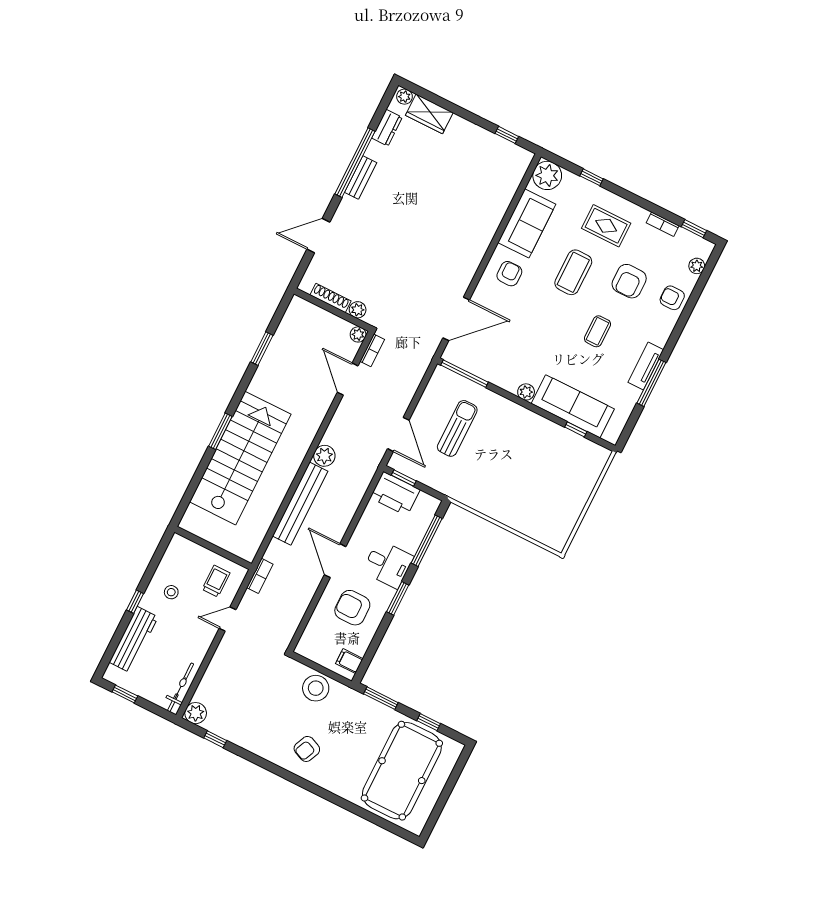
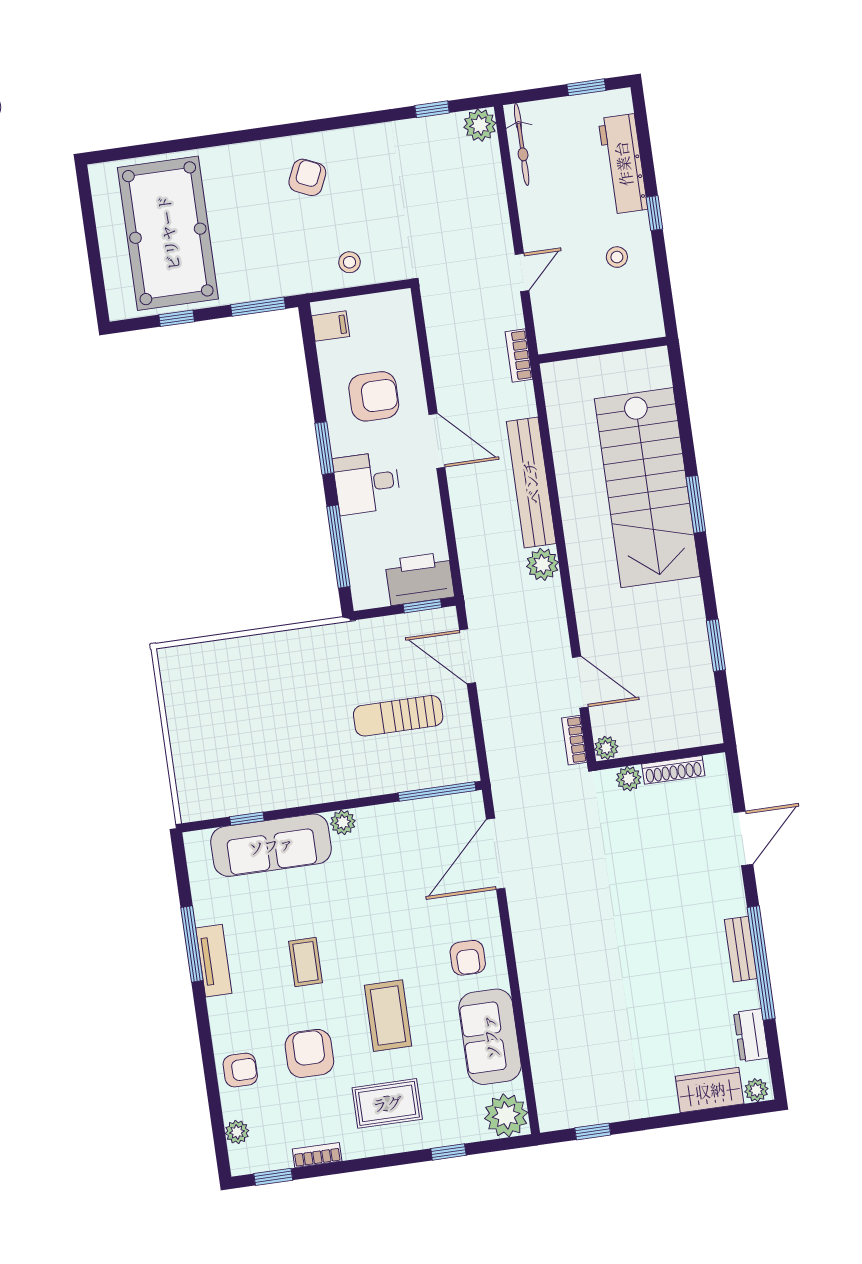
sun lounger: (457, 428) -> (398, 716), turned 90
trolley: (216, 581) -> (570, 310), removed
stool: (316, 688) -> (350, 262), width x0.53, depth x0.53

